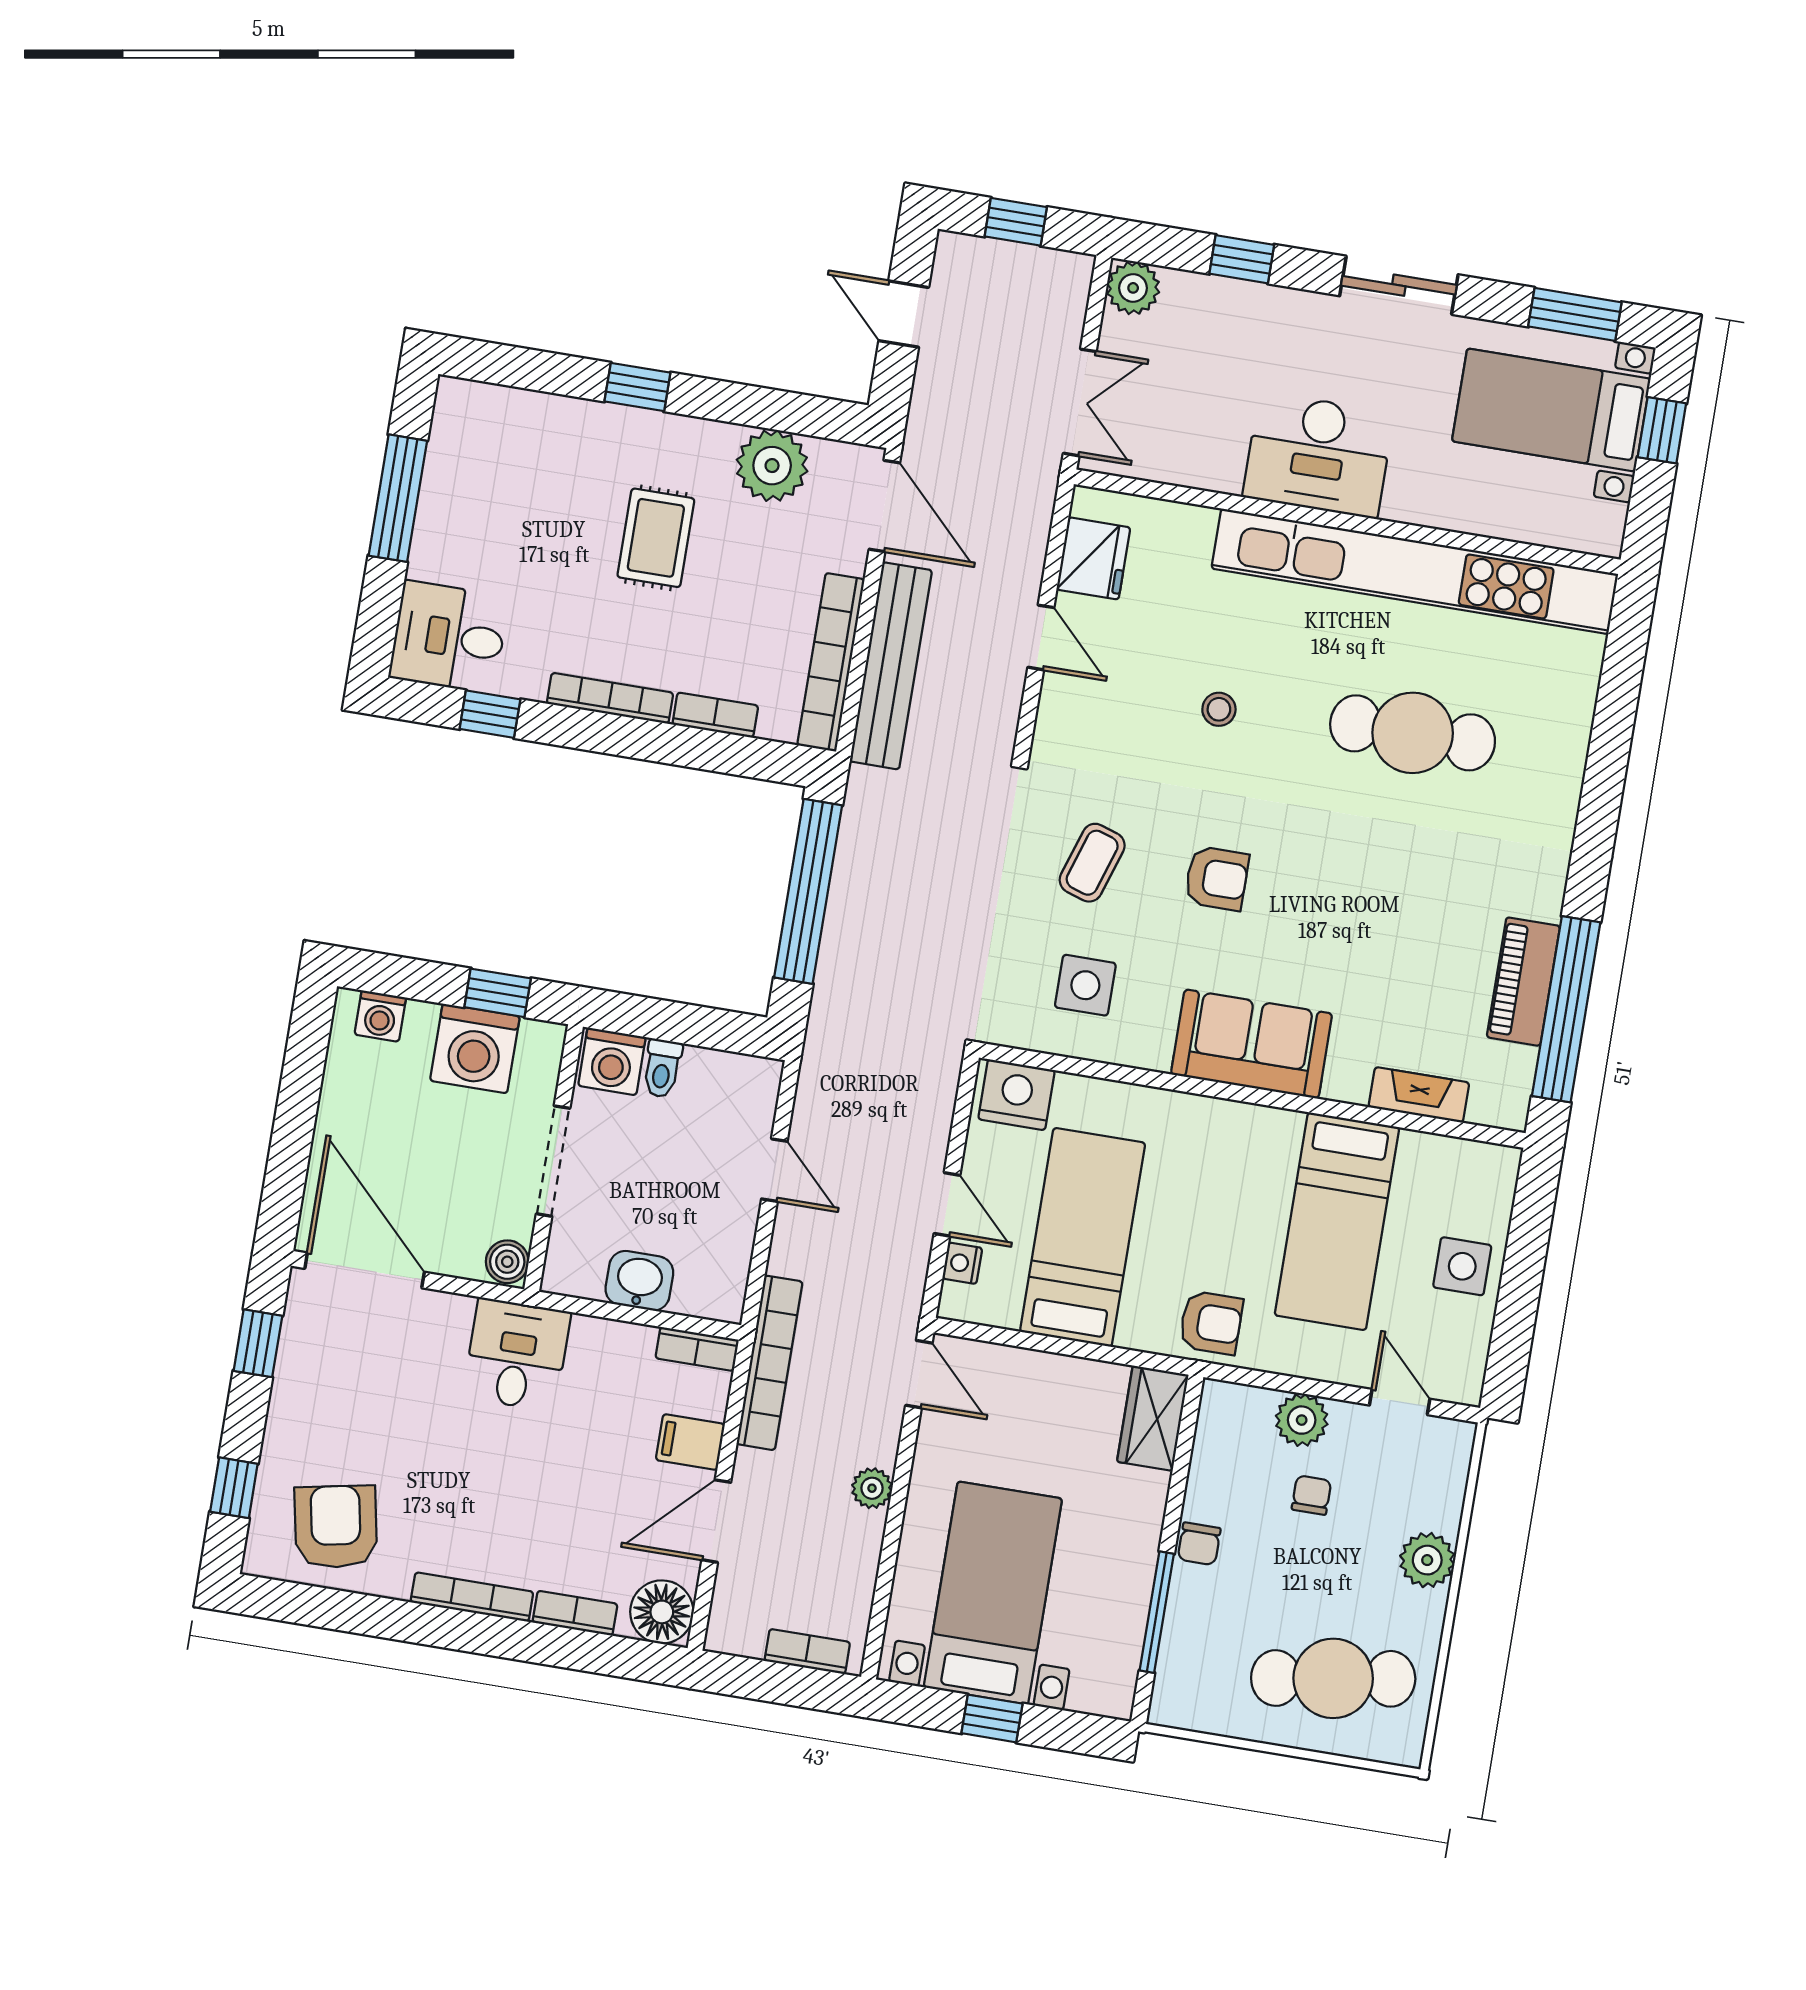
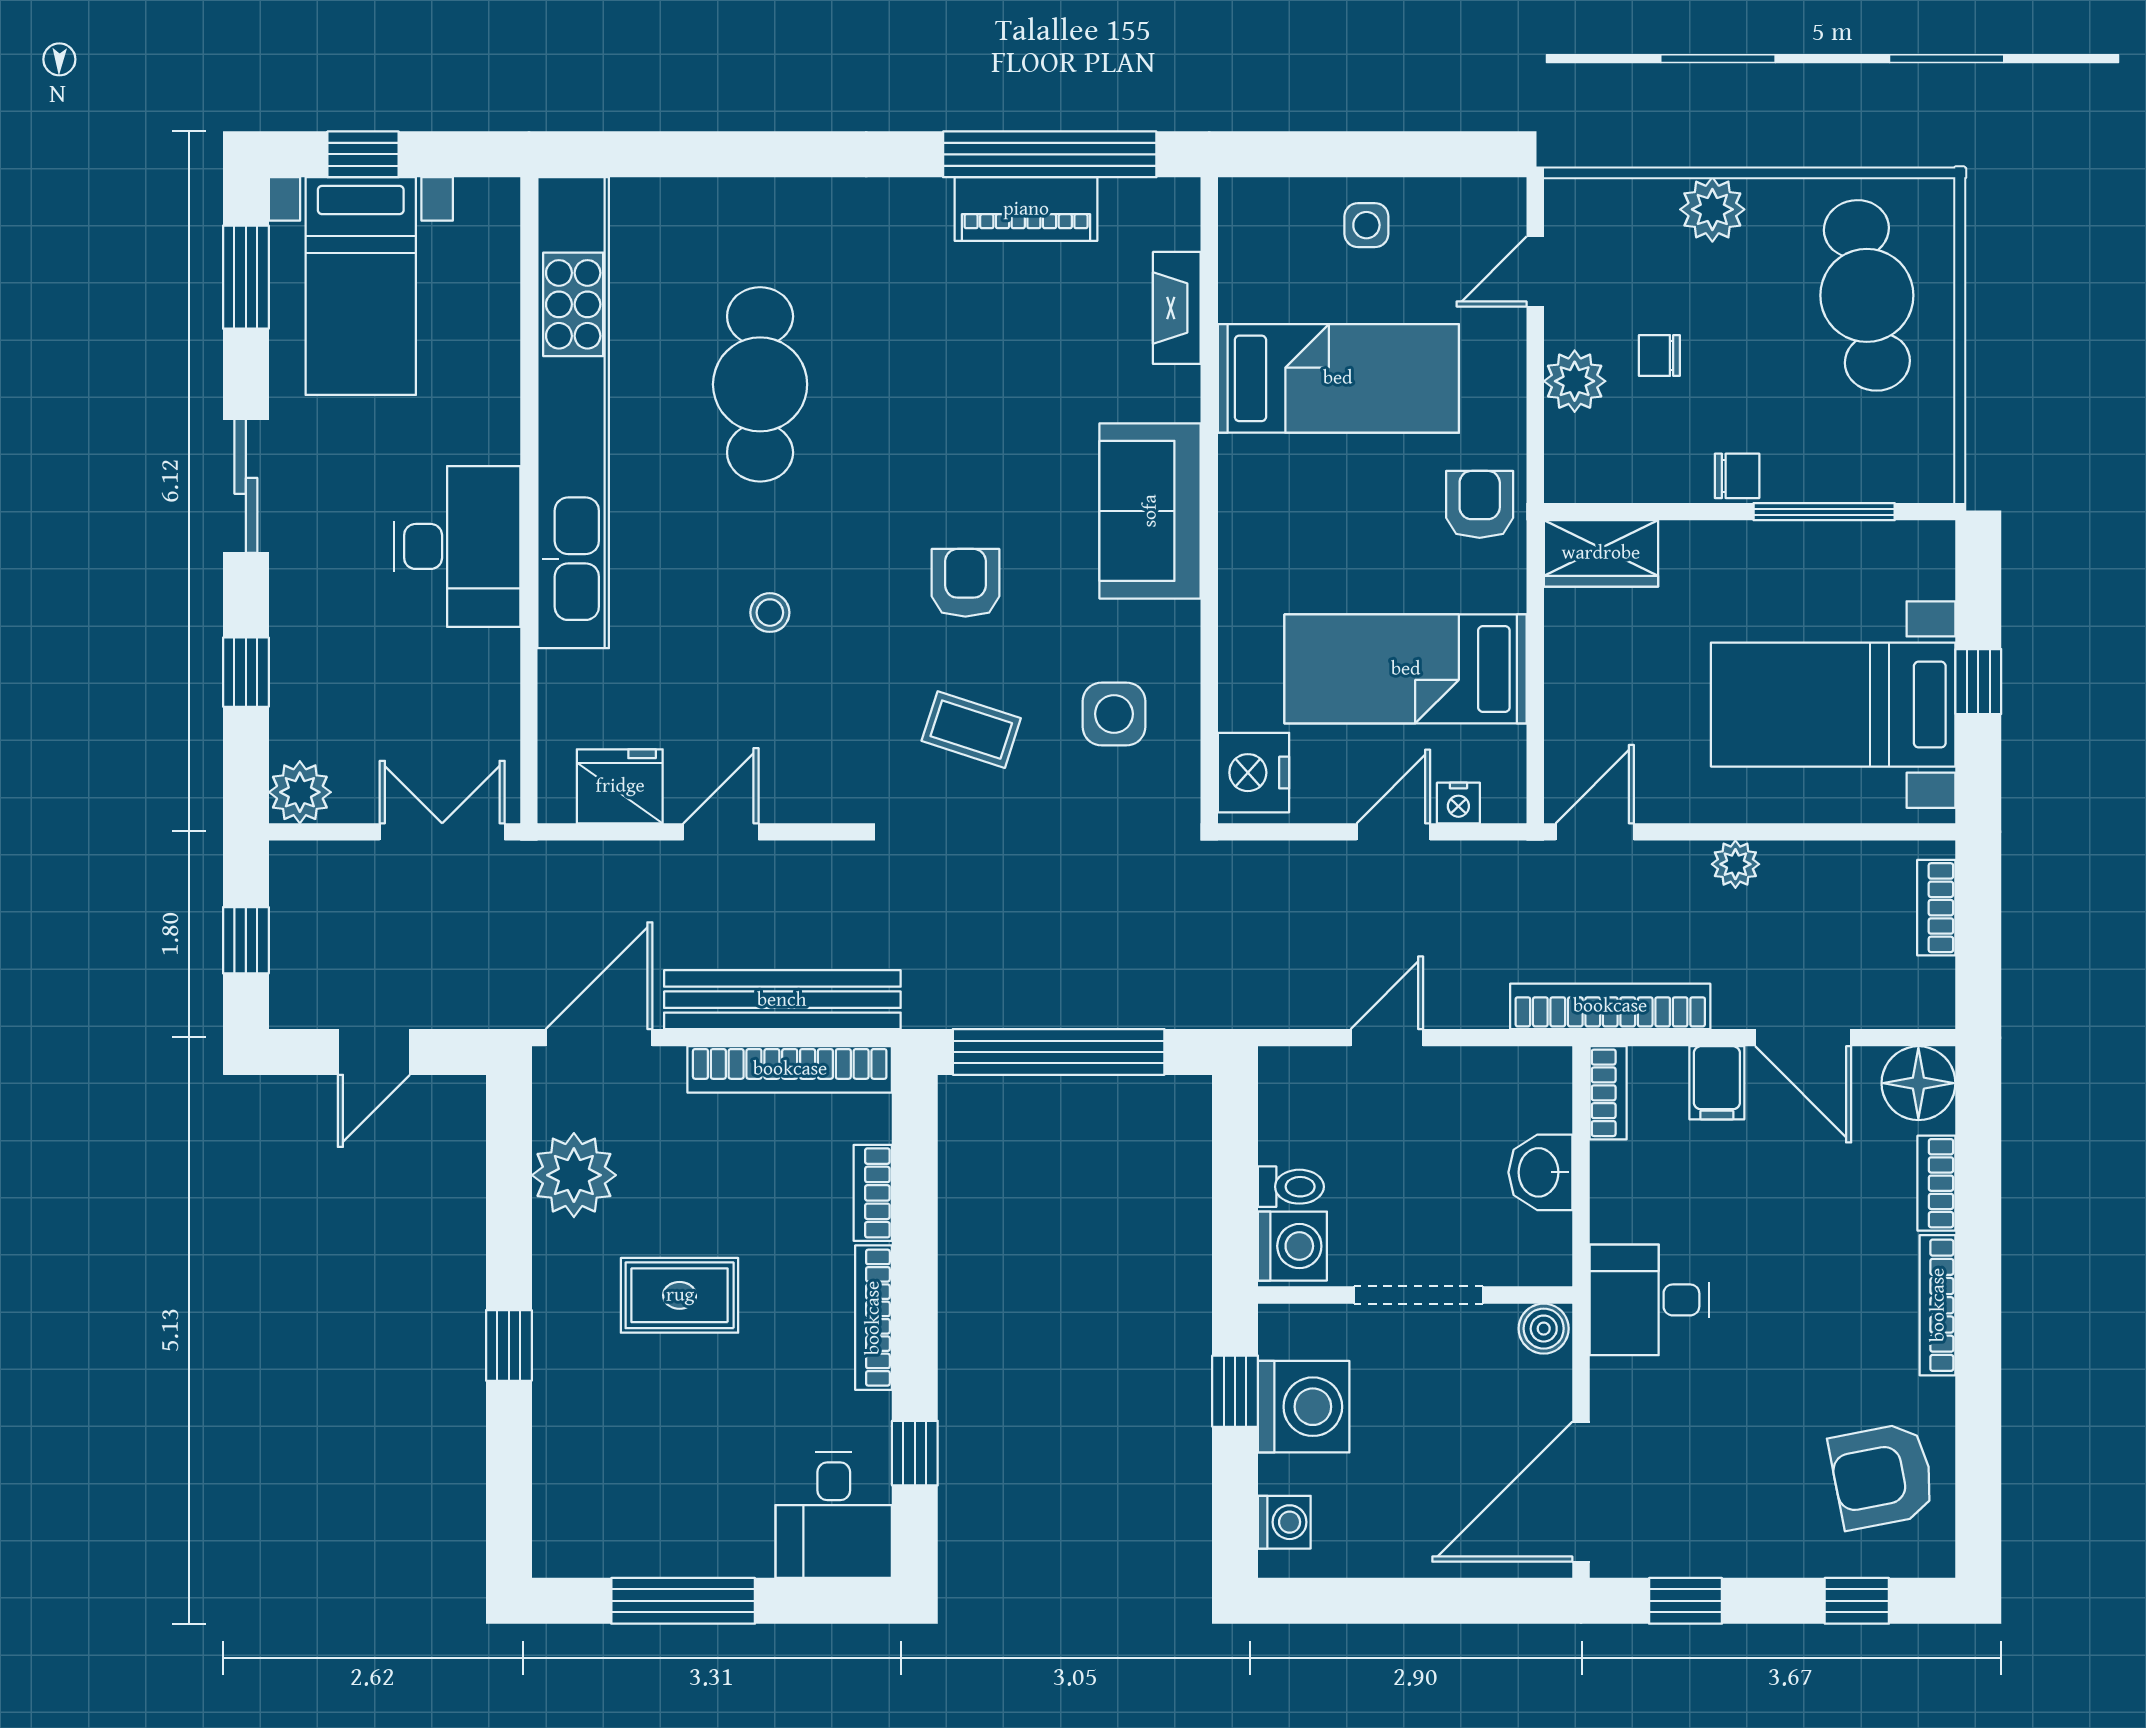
side table: (1462, 1266) -> (1366, 225), width x0.73, depth x0.73

